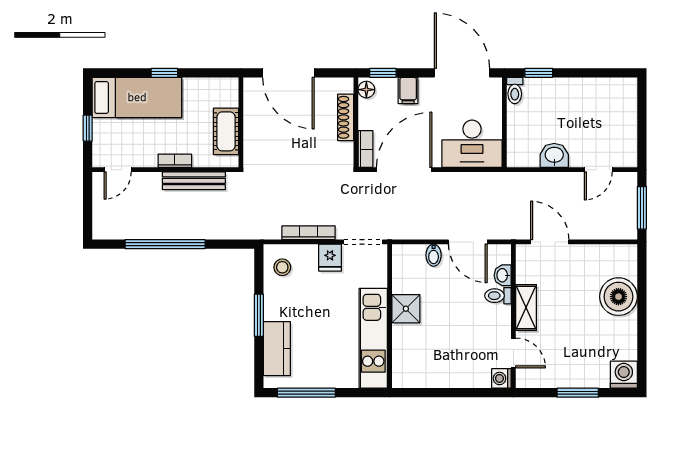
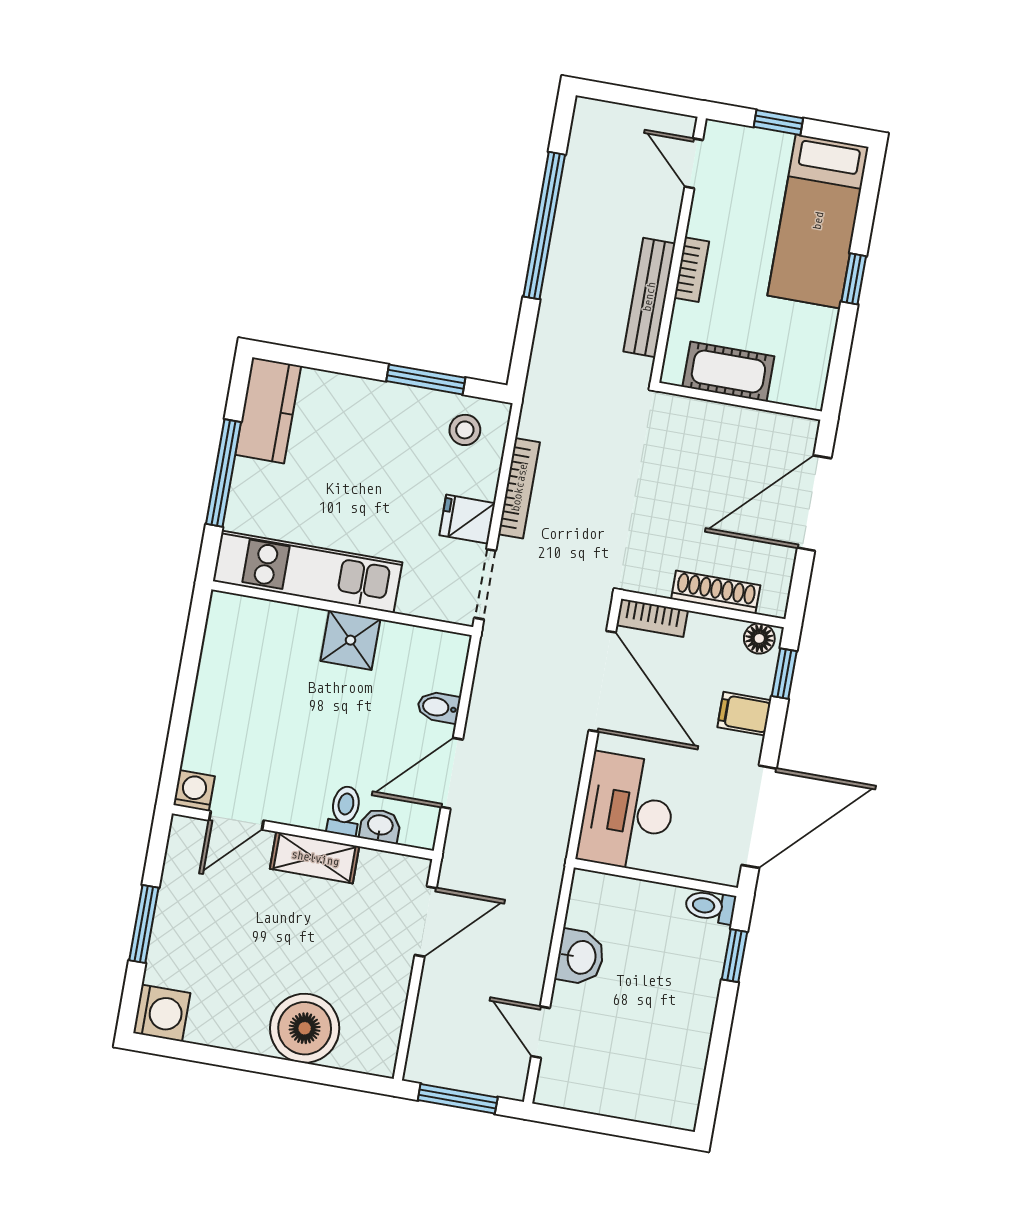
window: (259, 315) -> (426, 379), moved
kitchen counter: (277, 349) -> (268, 410), moved, turned -90
window: (306, 393) -> (223, 473), moved

